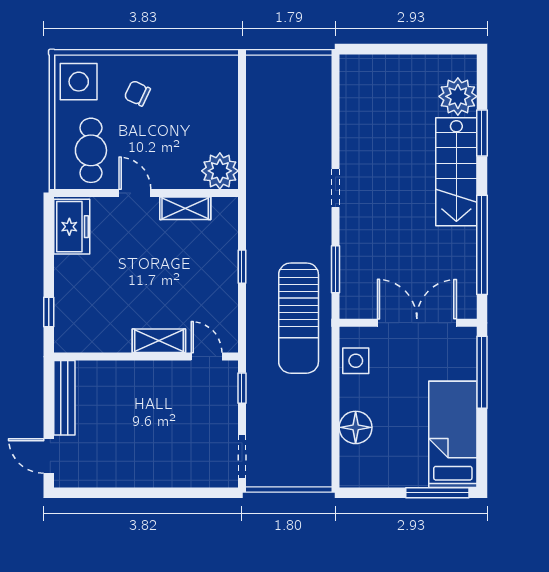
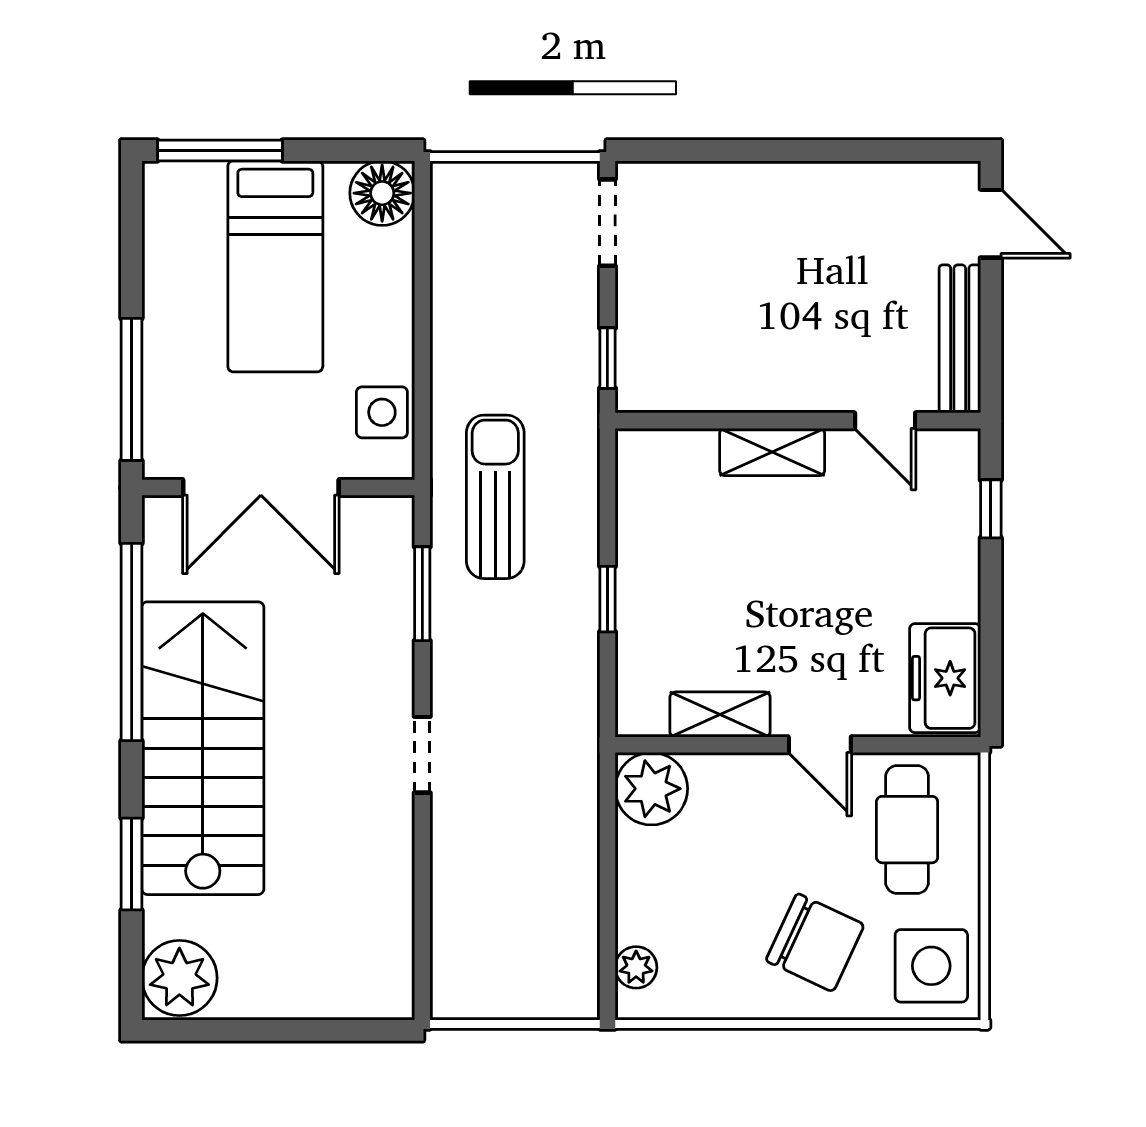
plant: (228, 81) -> (636, 967), added
chair: (137, 93) -> (815, 943), width x1.87, depth x1.87
plant: (458, 96) -> (179, 978), moved
stairs: (456, 172) -> (203, 748), width x1.36, depth x1.51
sun lounger: (299, 318) -> (495, 497), width x0.73, depth x0.75
door: (207, 357) -> (885, 421), moved
floor lamp: (356, 427) -> (382, 193), moved
bed: (453, 434) -> (275, 266), moved

